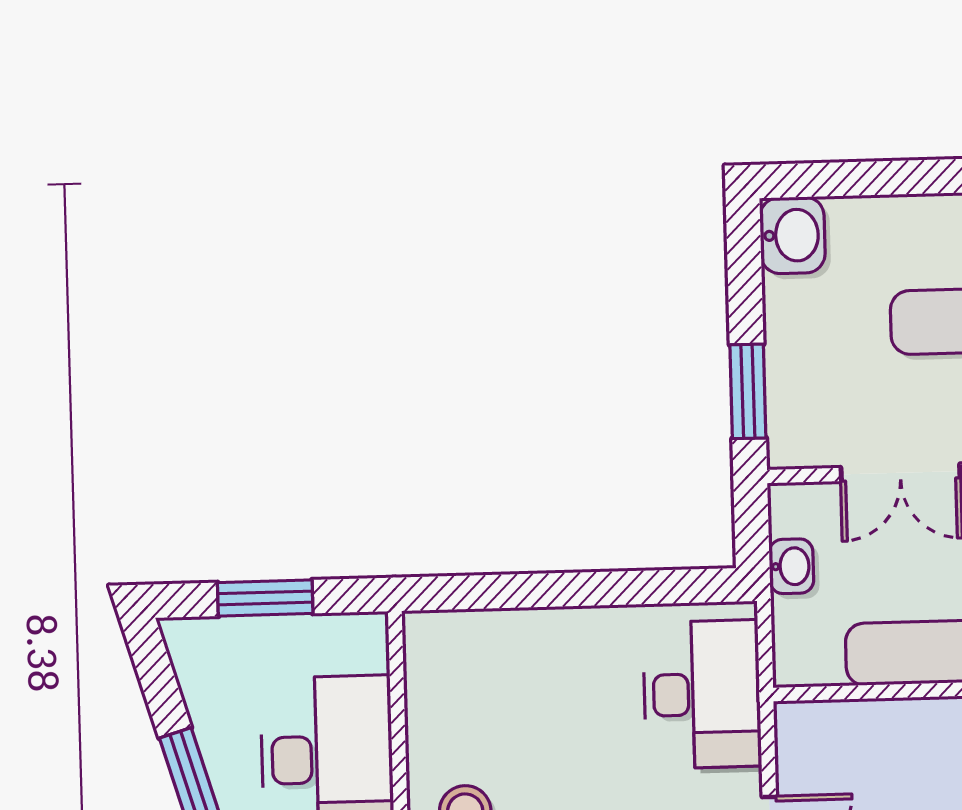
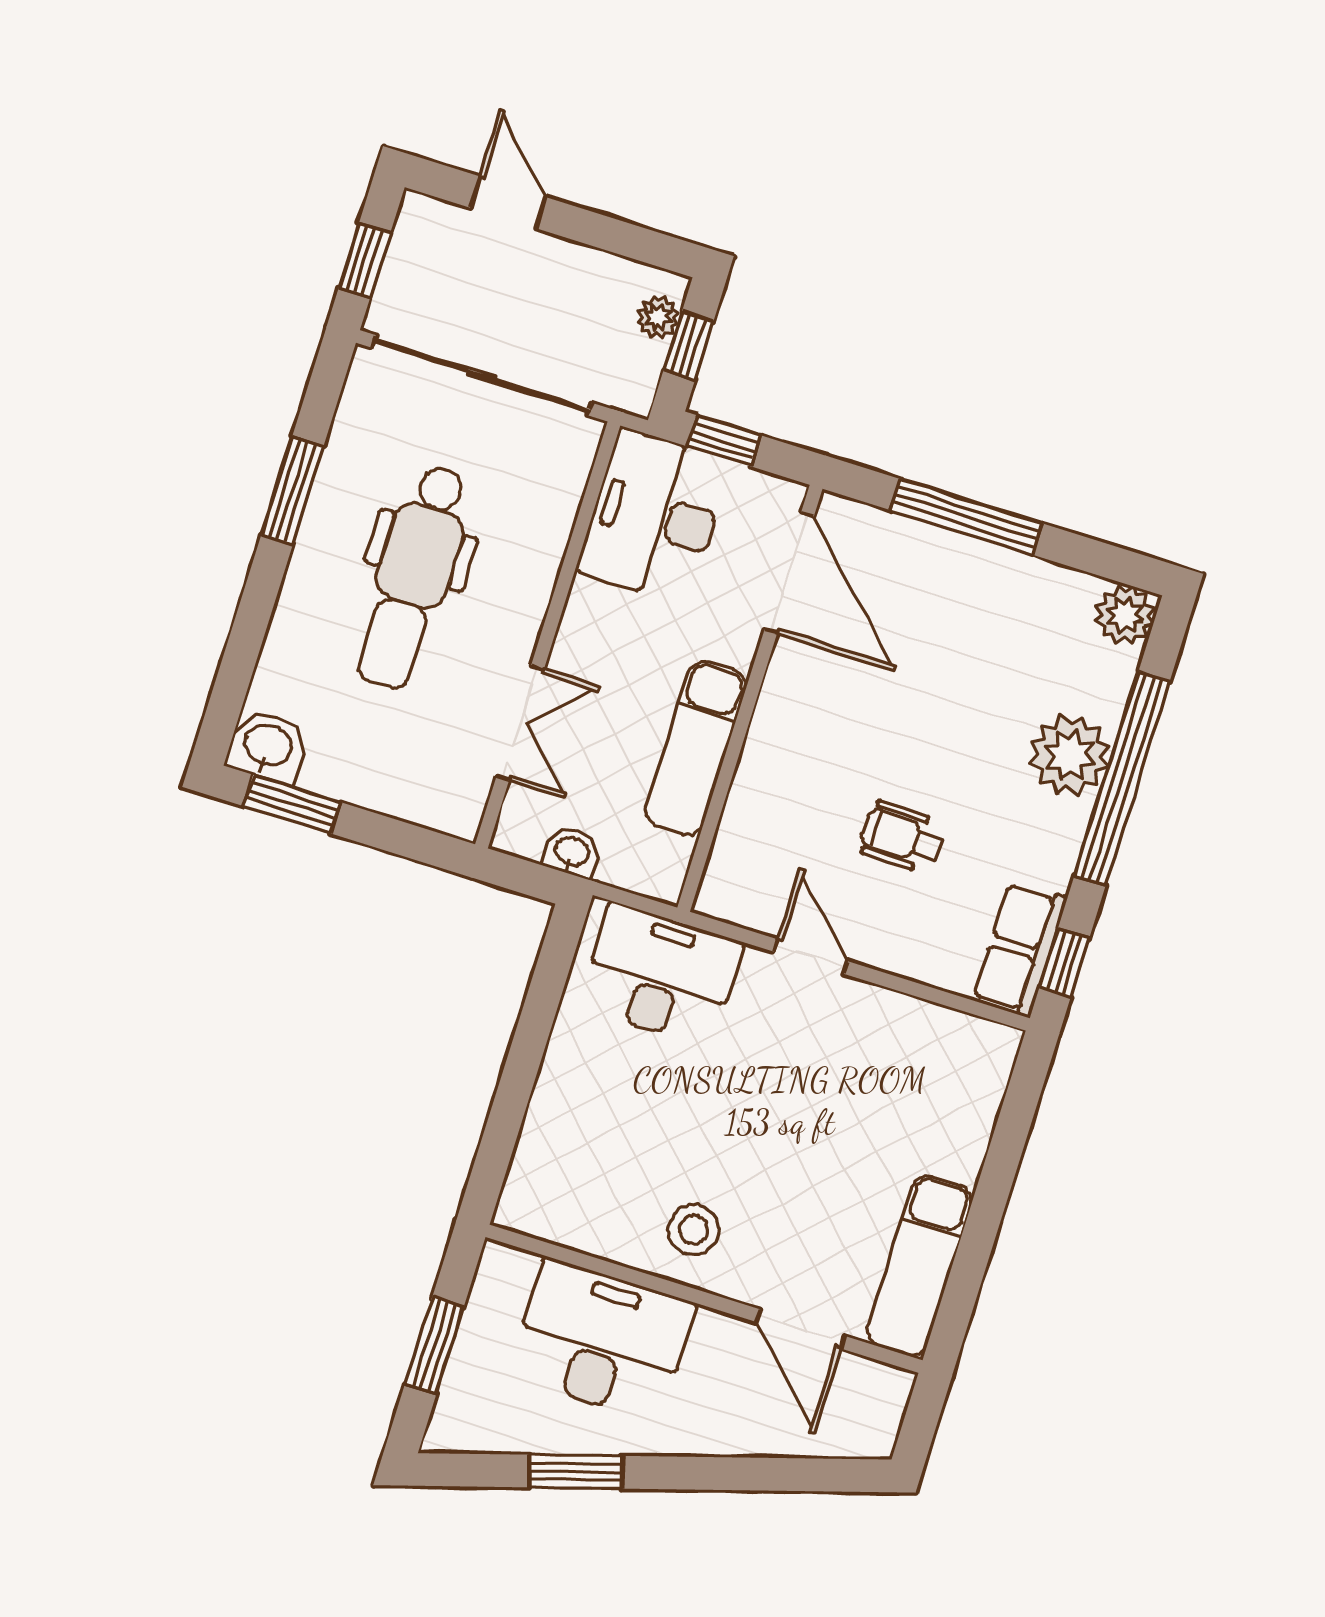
window: (748, 391) -> (292, 804), moved

